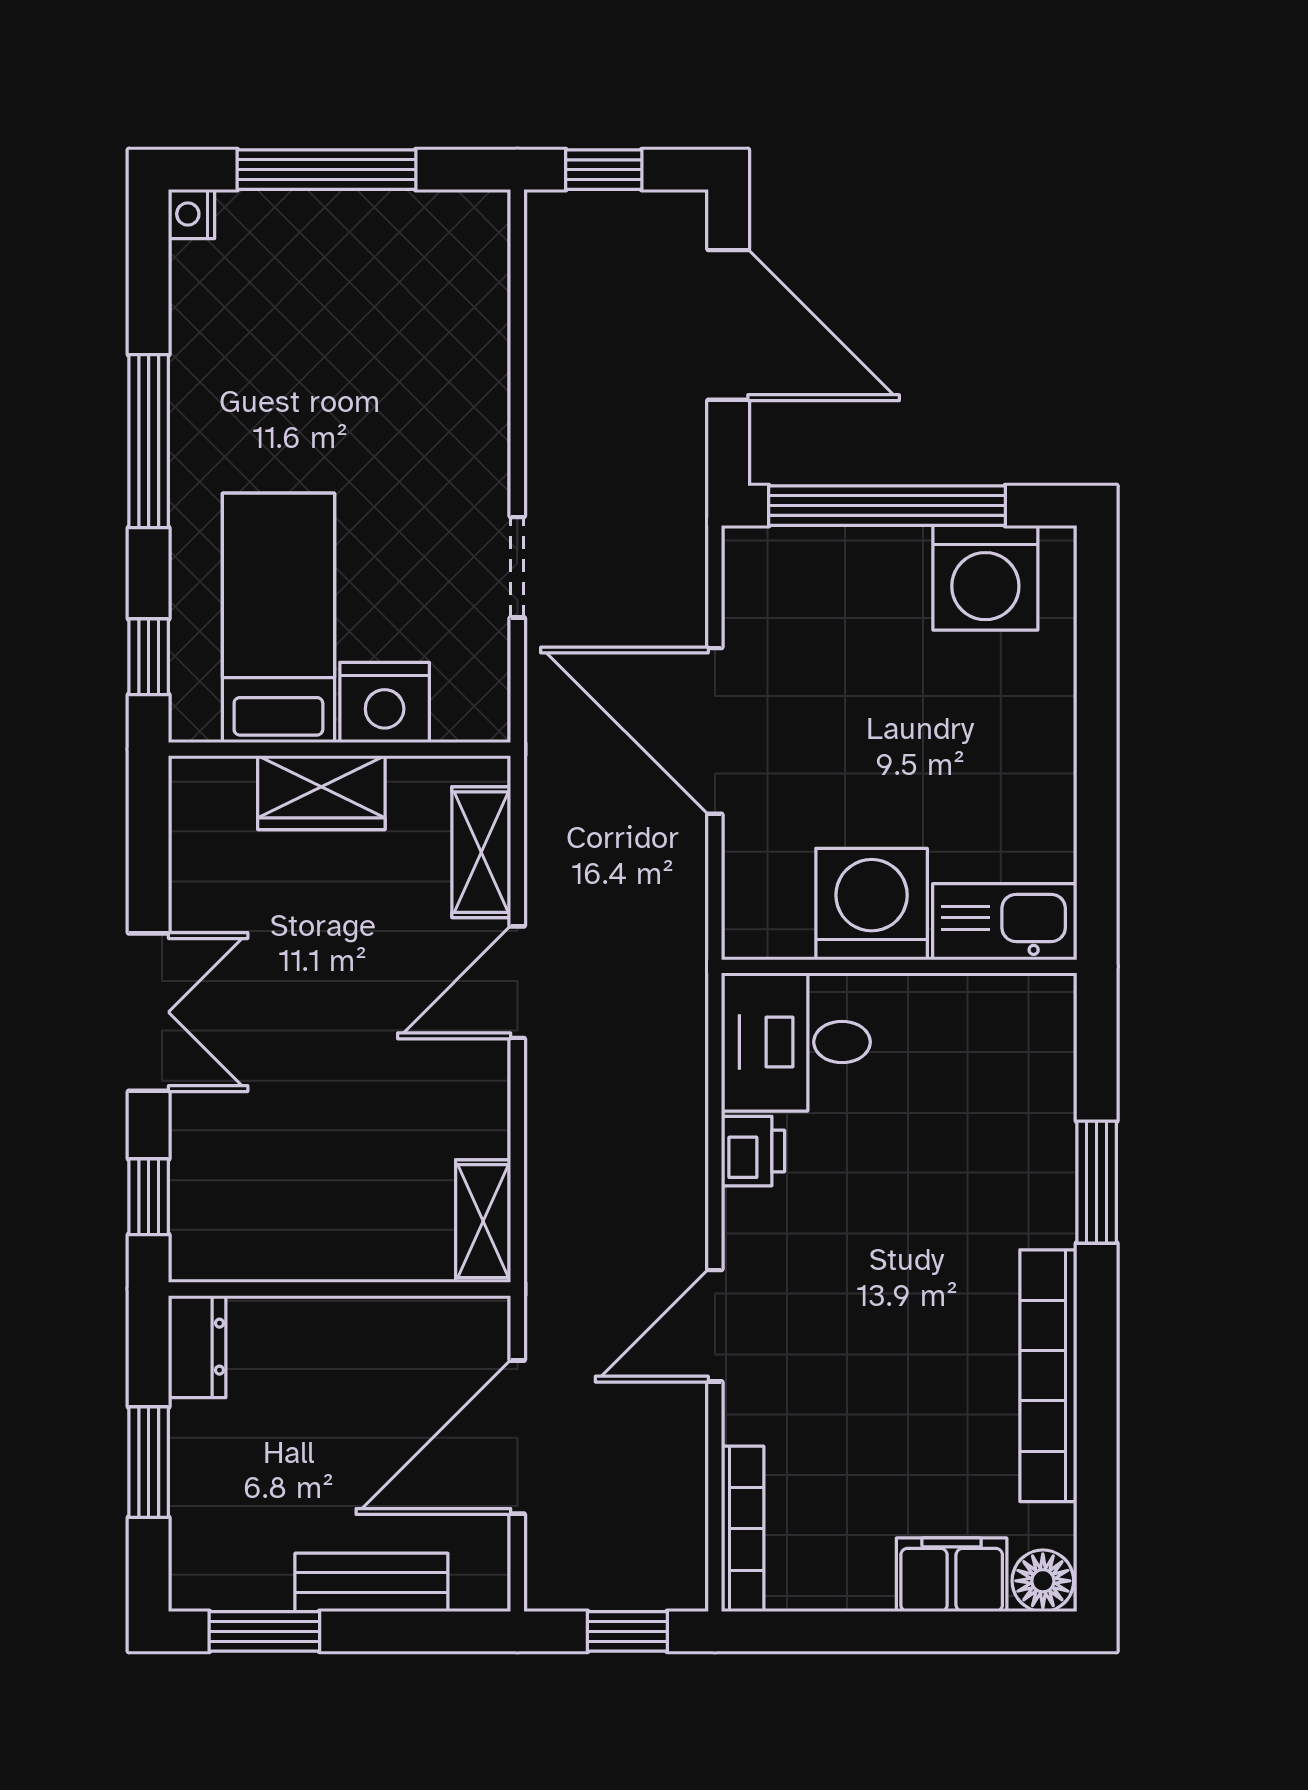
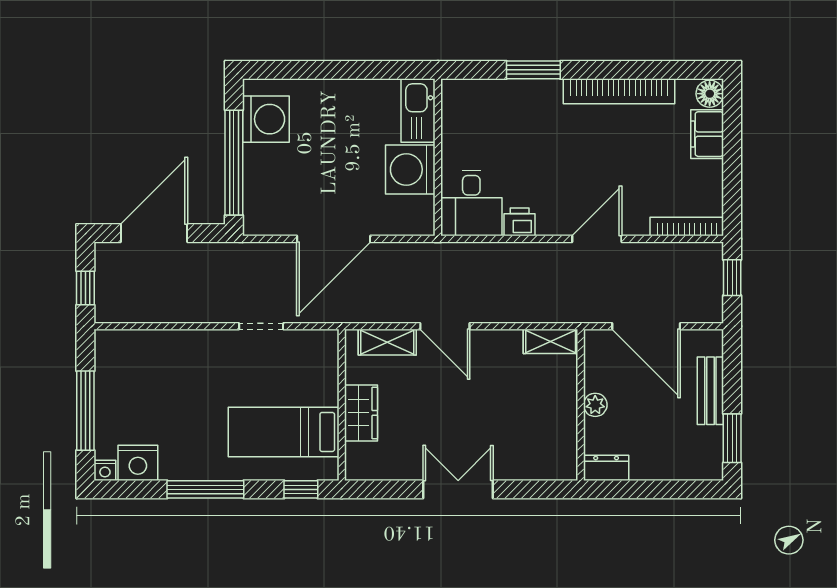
nightstand: (385, 702) -> (138, 463), moved, turned 90
window: (149, 1197) -> (540, 489), removed
plant: (340, 1322) -> (595, 405), added
door: (715, 1326) -> (597, 239), swing flipped
window: (149, 1462) -> (657, 489), removed

